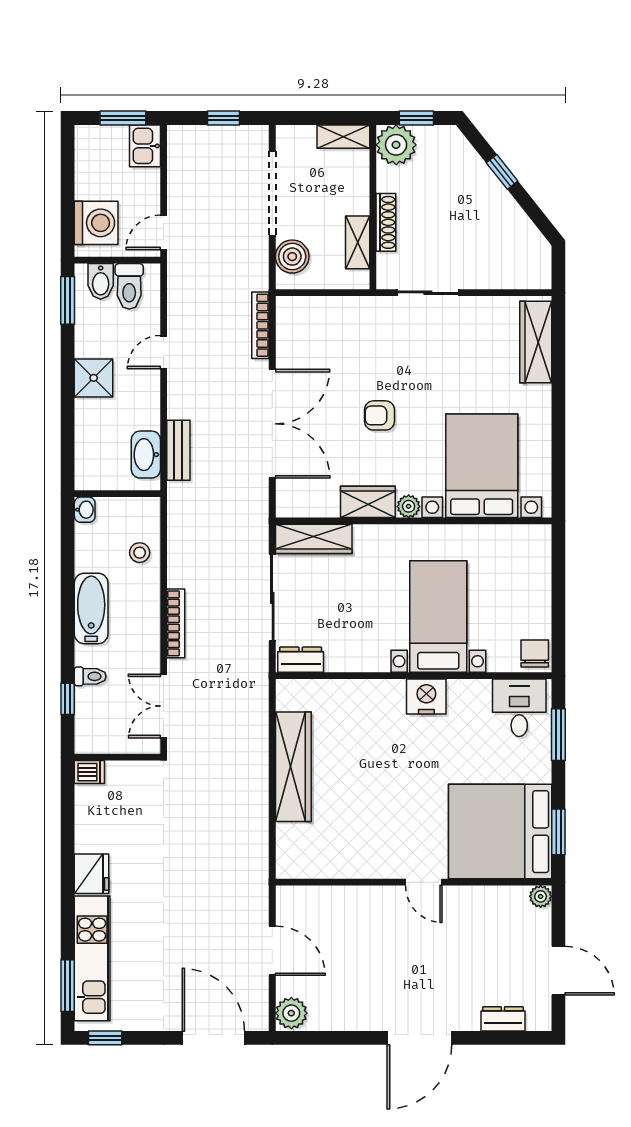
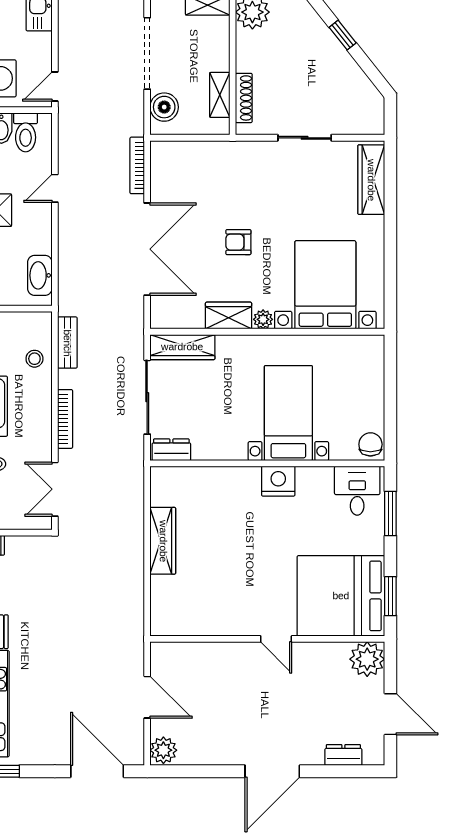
shoe rack: (386, 222) -> (244, 98), moved
sliding door: (428, 293) -> (305, 138), moved
bench: (178, 450) -> (67, 343), moved
wardrobe: (293, 767) -> (163, 541), width x0.71, depth x0.85
plant: (541, 896) -> (367, 659), width x1.88, depth x1.88

